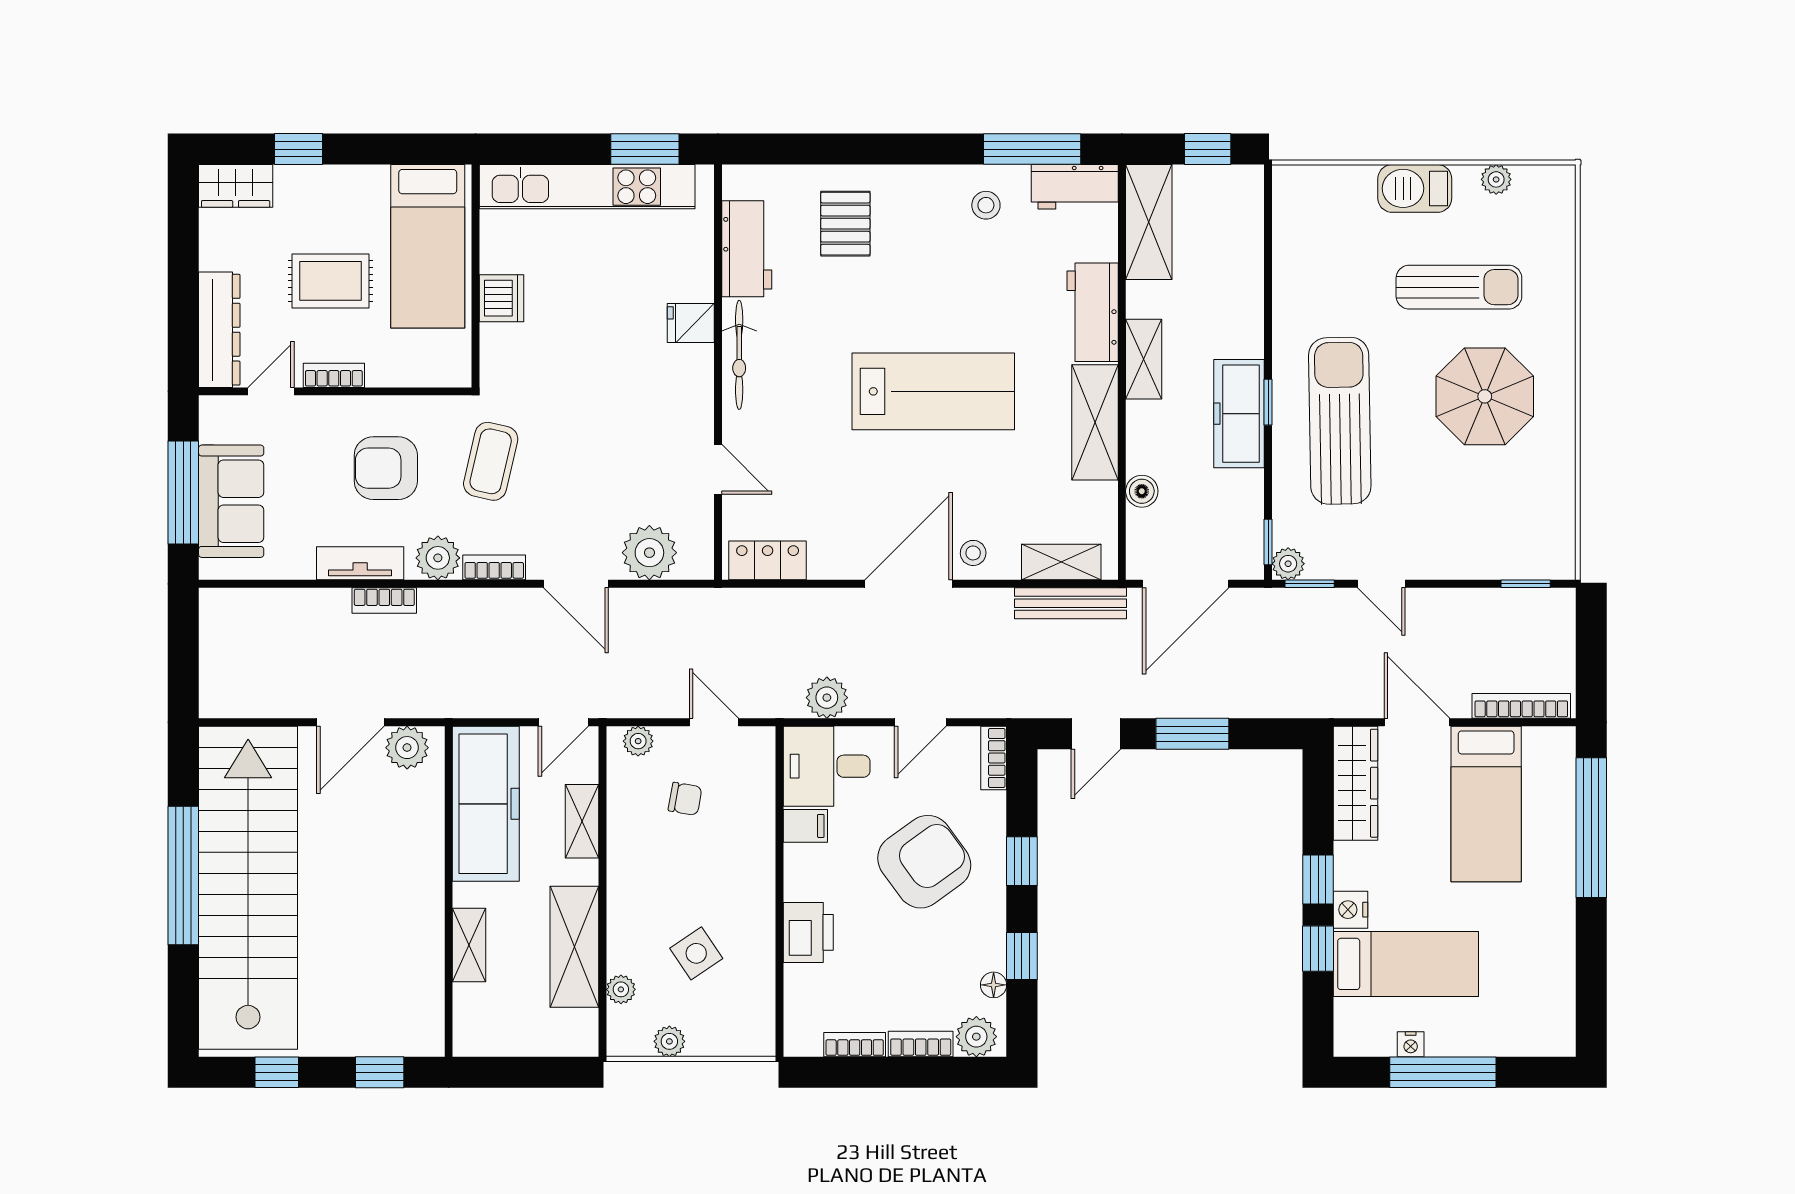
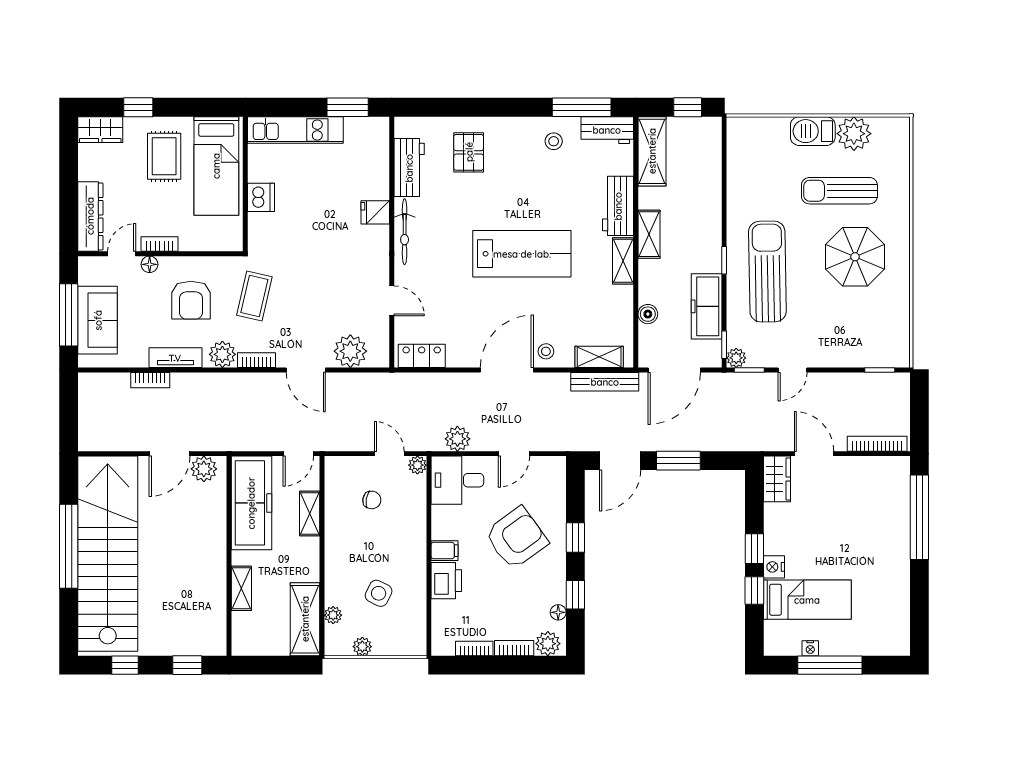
plant: (1496, 179) -> (854, 134), width x1.87, depth x1.87
kitchen unit: (587, 187) -> (295, 130), width x0.73
rug: (330, 281) -> (164, 156), moved, turned 90
sun lounger: (1459, 287) -> (839, 191), turned 180
floor lamp: (317, 409) -> (150, 264), added
freezer: (1239, 414) -> (707, 306), moved
shelving: (1095, 422) -> (623, 261), width x0.67, depth x0.75
armchair: (386, 468) -> (191, 300), turned -90
door: (1381, 584) -> (793, 370), hinge flipped
bookcase: (384, 600) -> (150, 380), moved
door: (1096, 734) -> (620, 461), width x1.38
plant: (638, 741) -> (417, 465), moved
bookcase: (994, 758) -> (558, 475), removed
wardrobe: (1356, 783) -> (777, 479), width x0.67
bed: (1486, 804) -> (856, 503), removed
filing cabinet: (805, 826) -> (445, 551), moved
shelving: (574, 947) -> (305, 619), moved
side table: (696, 953) -> (379, 593), turned -30

